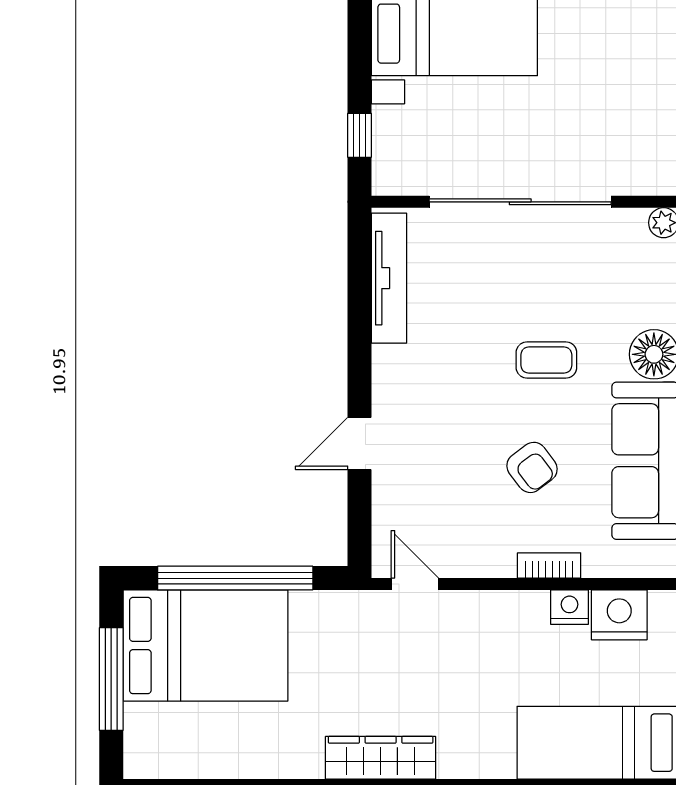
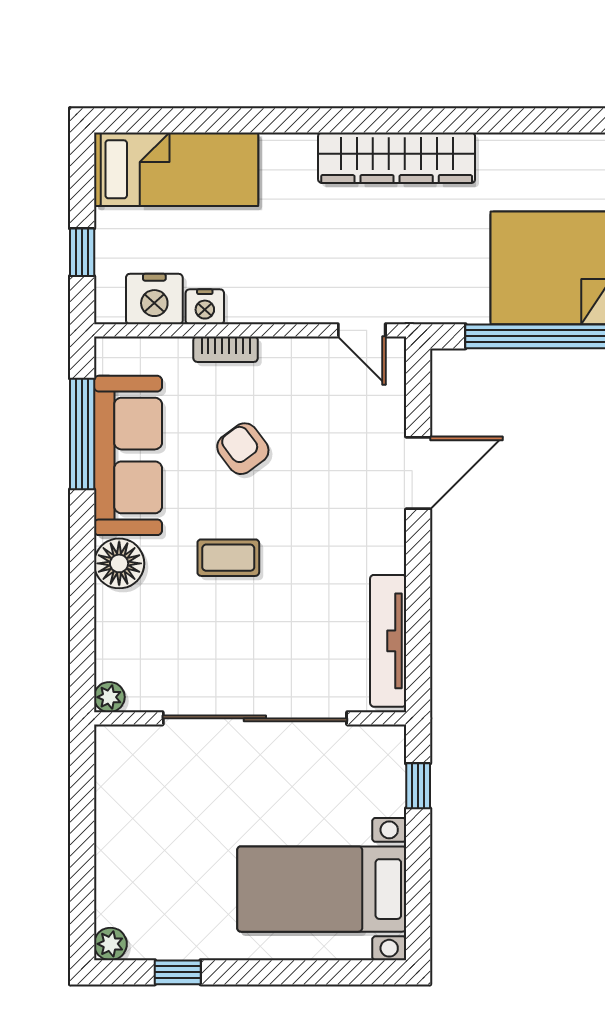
door: (359, 443) -> (418, 473), width x1.38
wardrobe: (381, 758) -> (397, 158), width x1.40, depth x1.17

